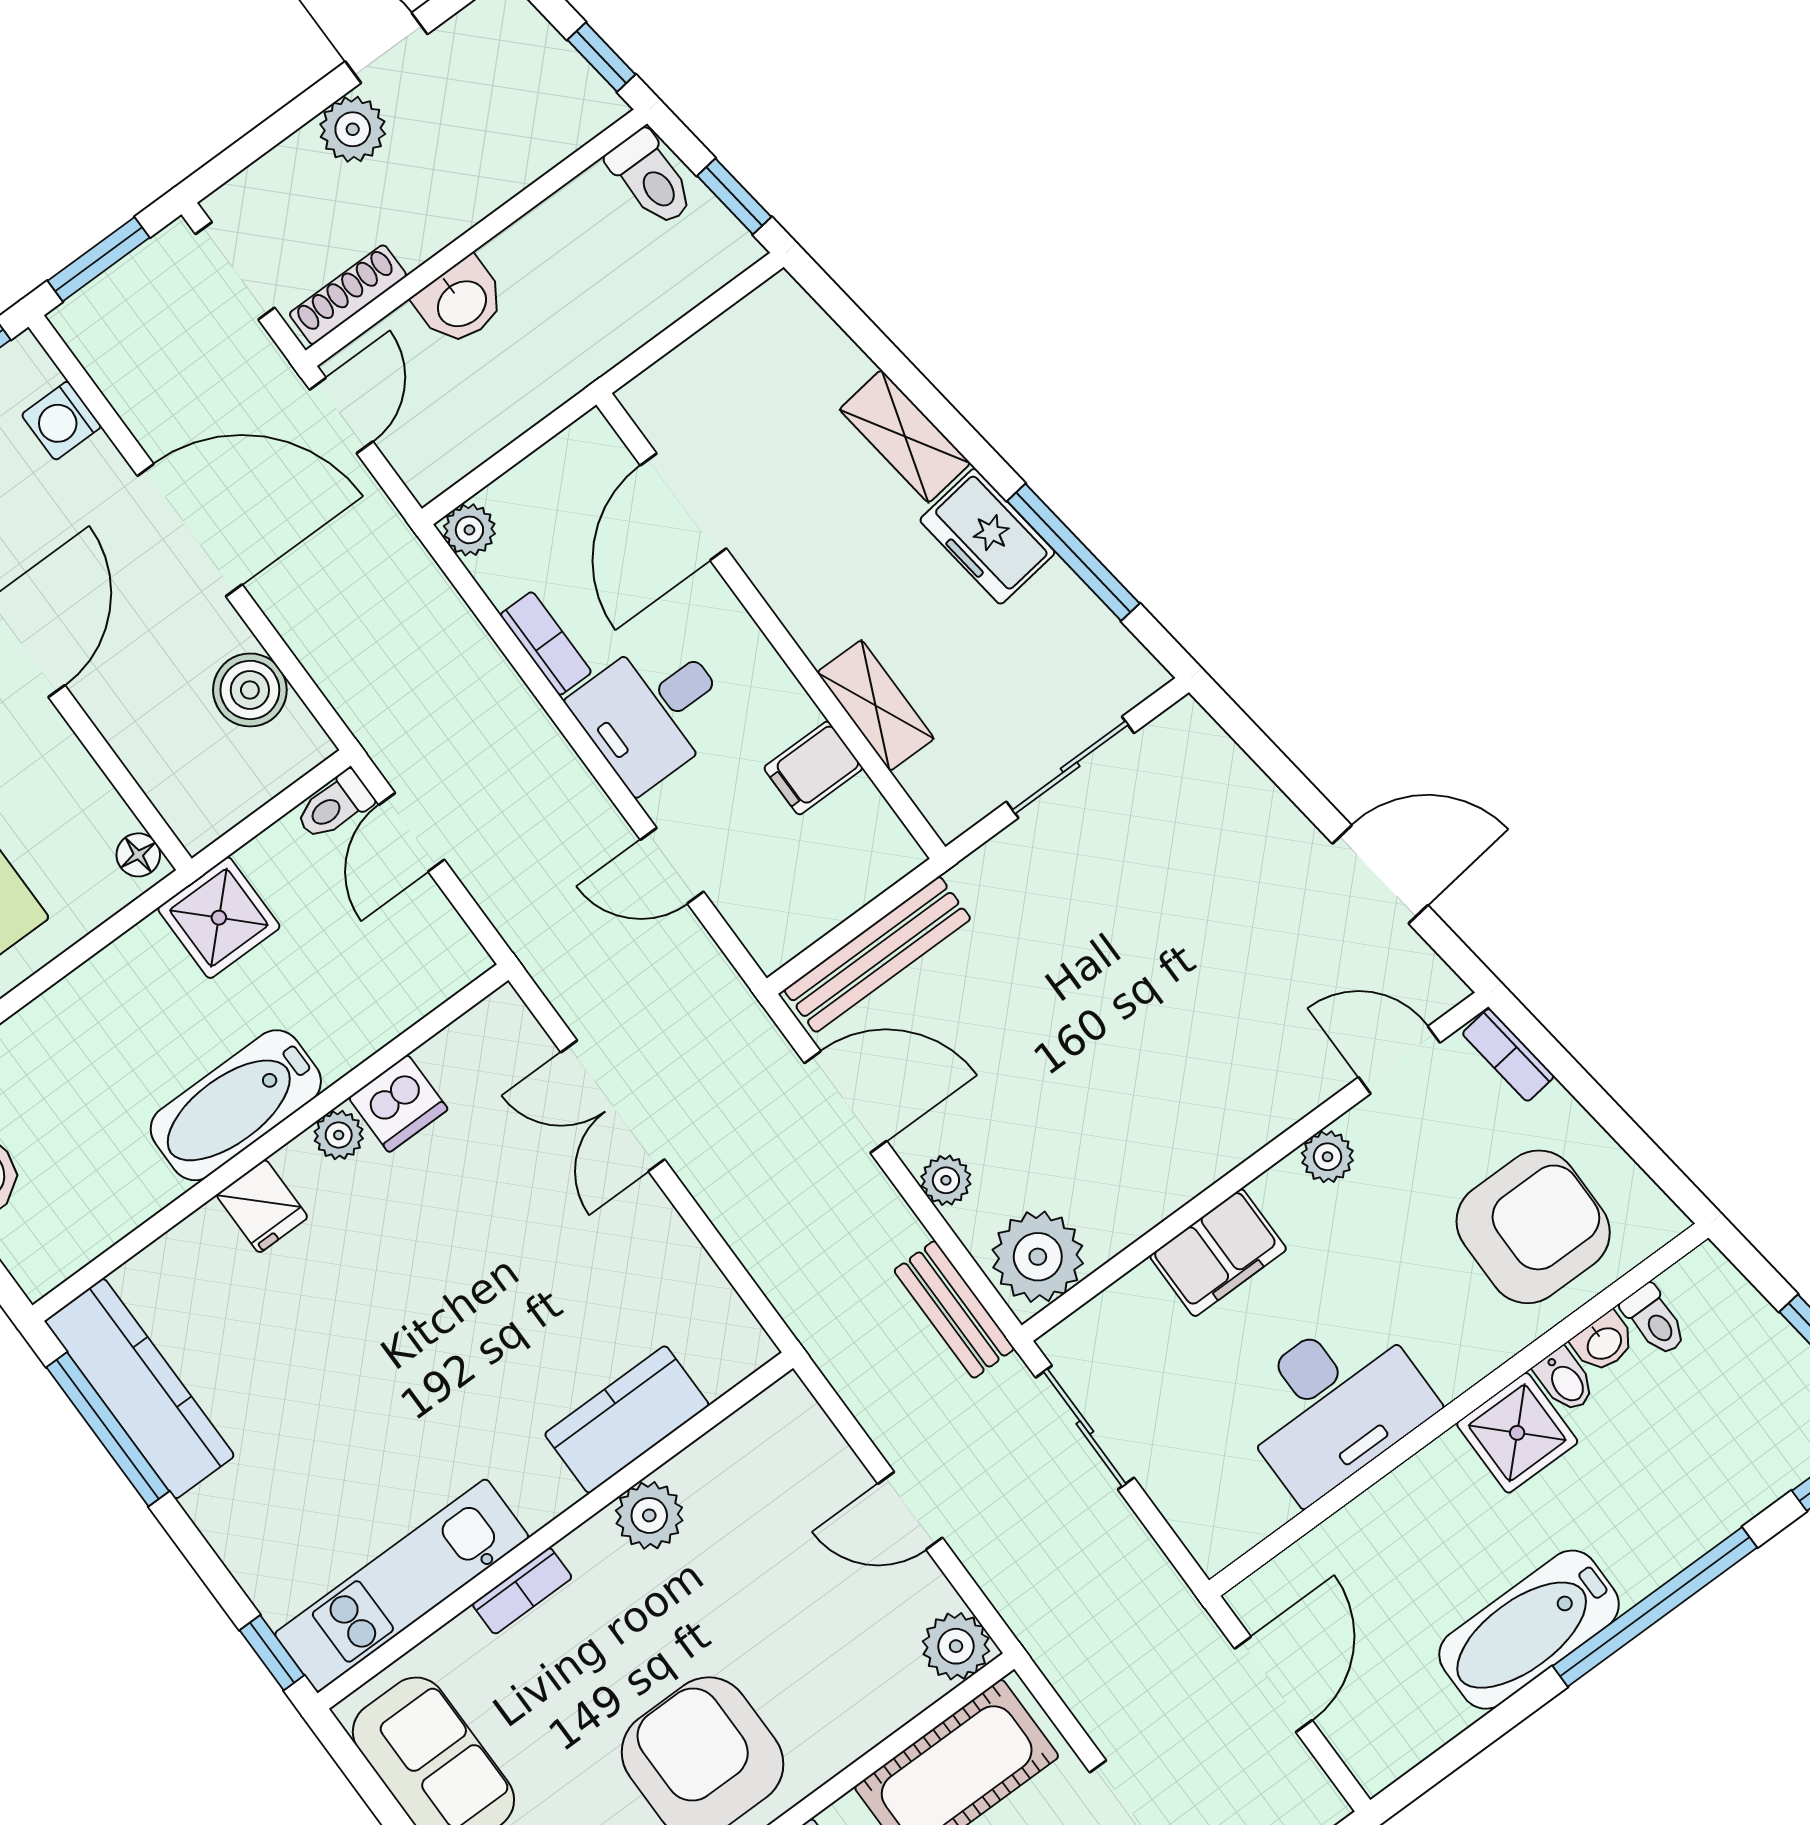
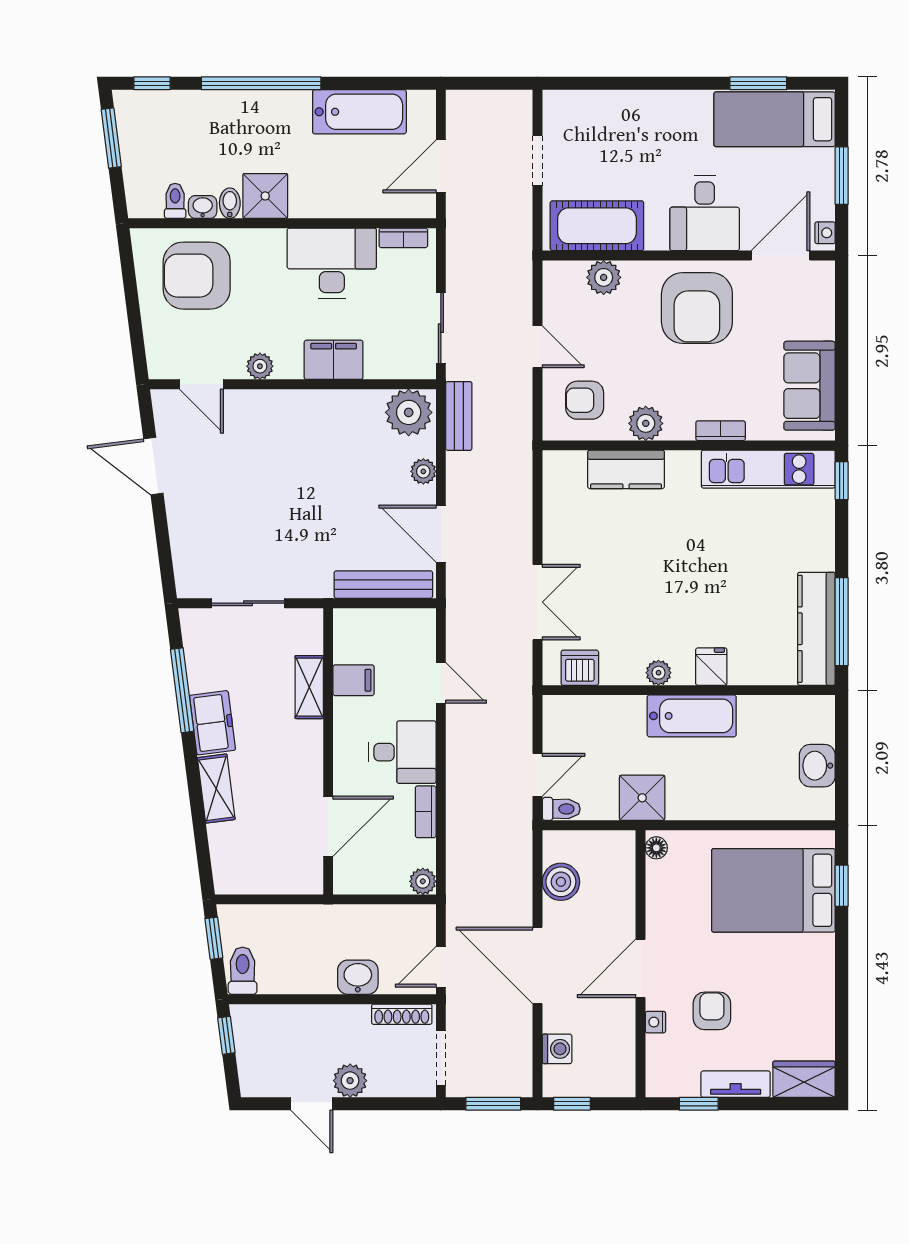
bookcase: (1508, 1055) -> (403, 238), moved, turned 97
dishwasher: (398, 1103) -> (580, 668), moved
armchair: (773, 1481) -> (585, 400), added
bathtub: (1529, 1630) -> (359, 112), moved
plant: (956, 1646) -> (604, 277), moved

